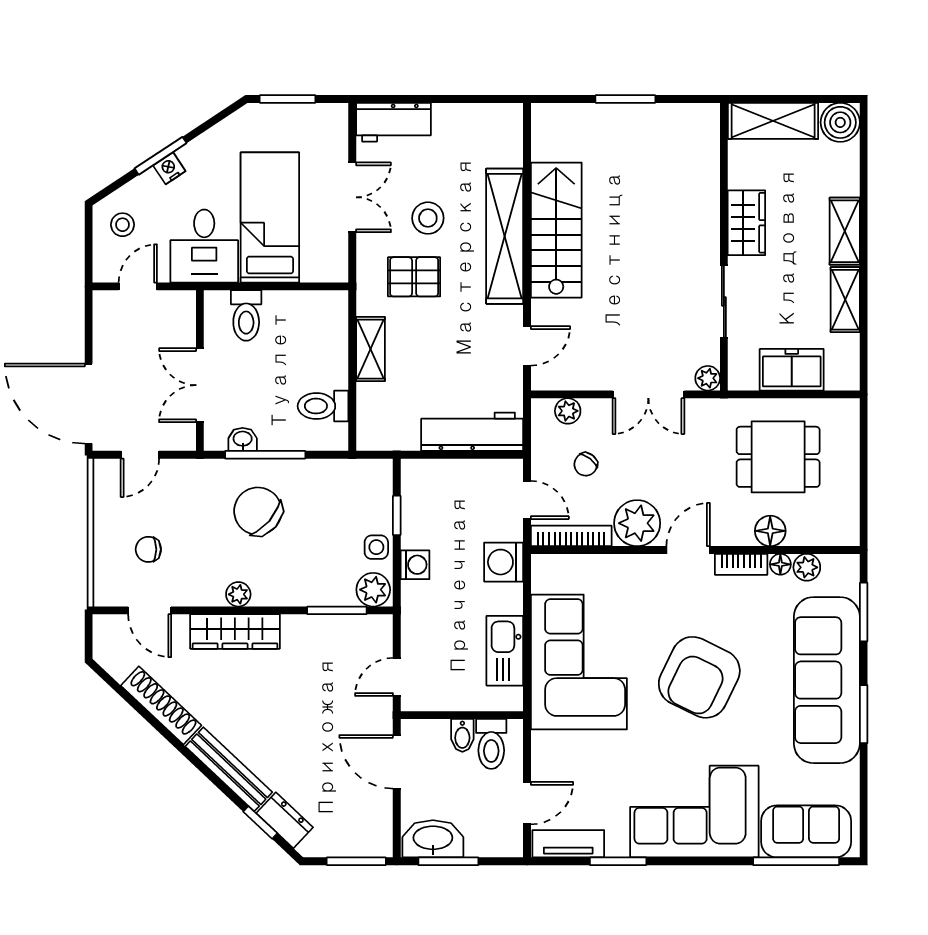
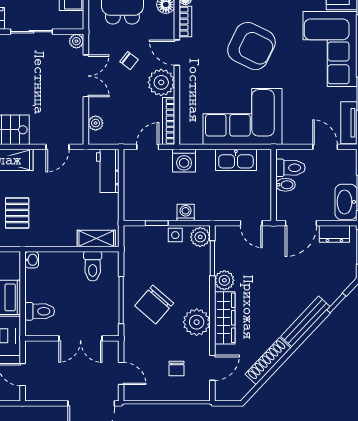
door: (527, 346) -> (57, 147), swing flipped
shelving: (371, 349) -> (96, 238), moved
workbench: (472, 432) -> (108, 171), width x0.73
washbasin: (243, 439) -> (32, 260), moved, turned 180
chair: (586, 464) -> (129, 61), moved
plant: (238, 594) -> (197, 322), width x1.88, depth x1.88
plant: (299, 631) -> (224, 280), added
dresser: (285, 820) -> (334, 234), moved, turned -133

